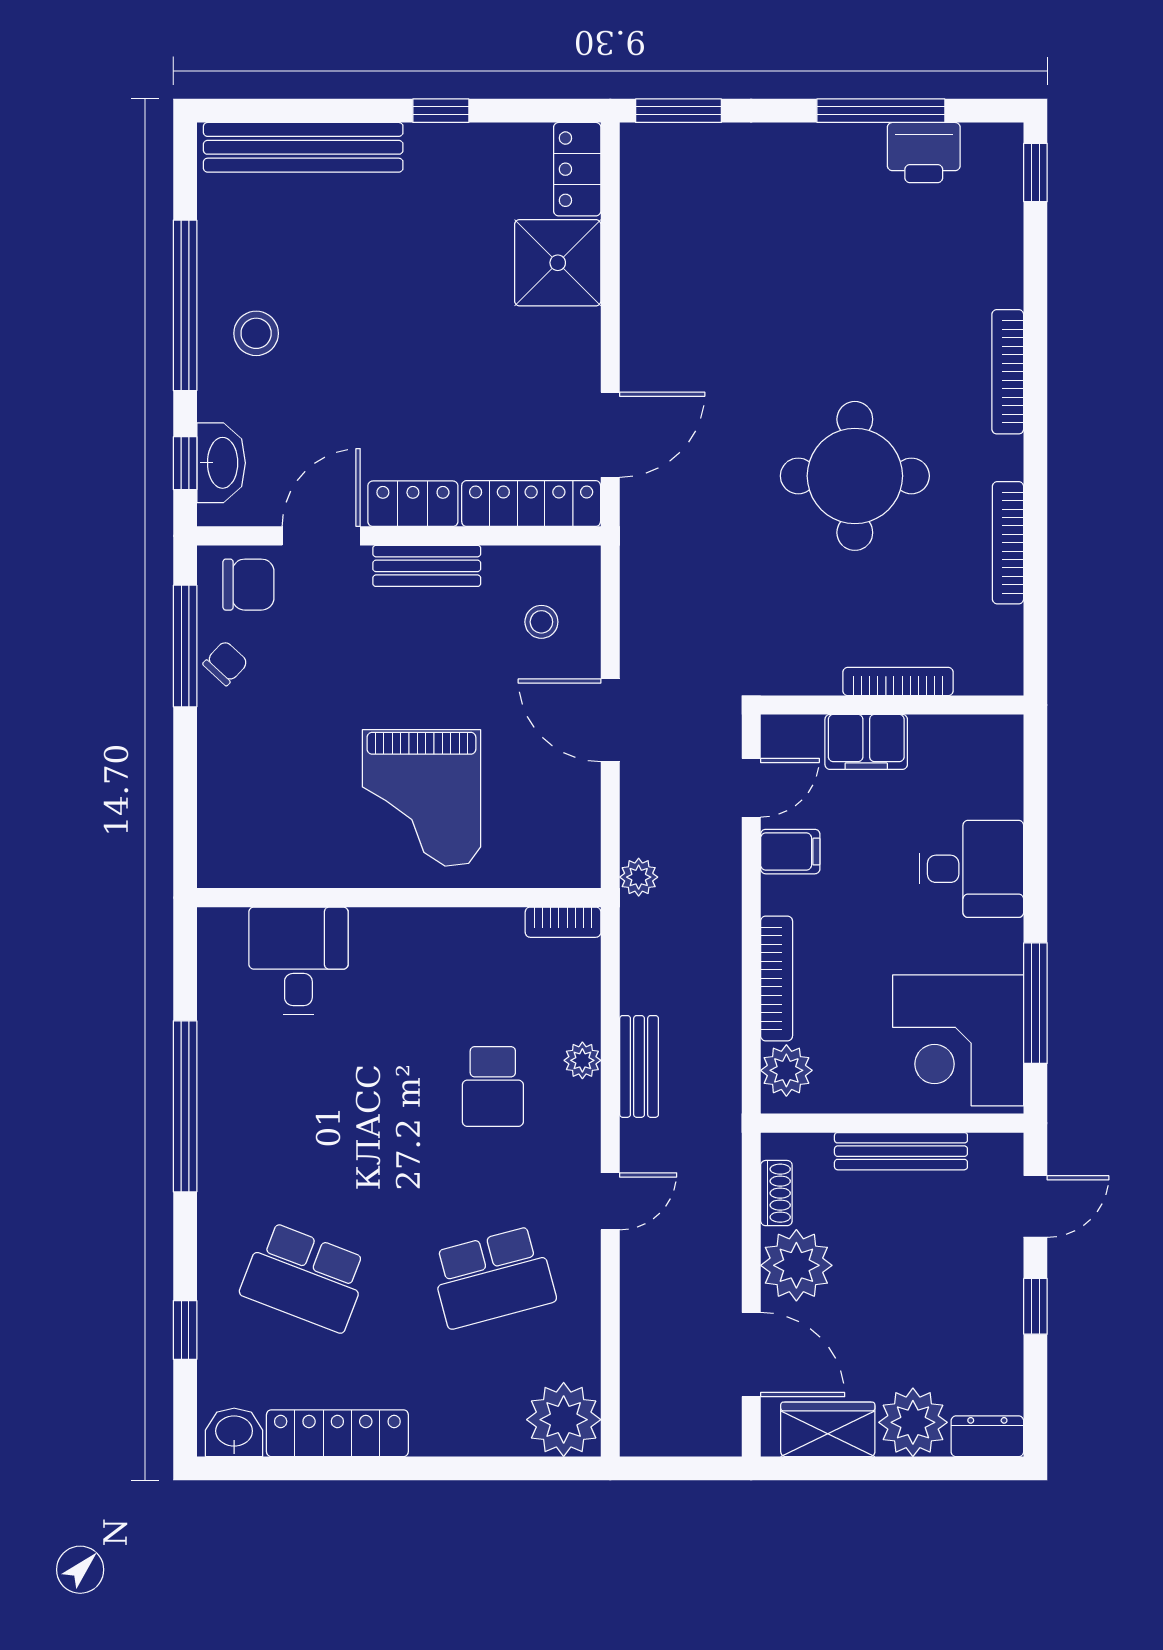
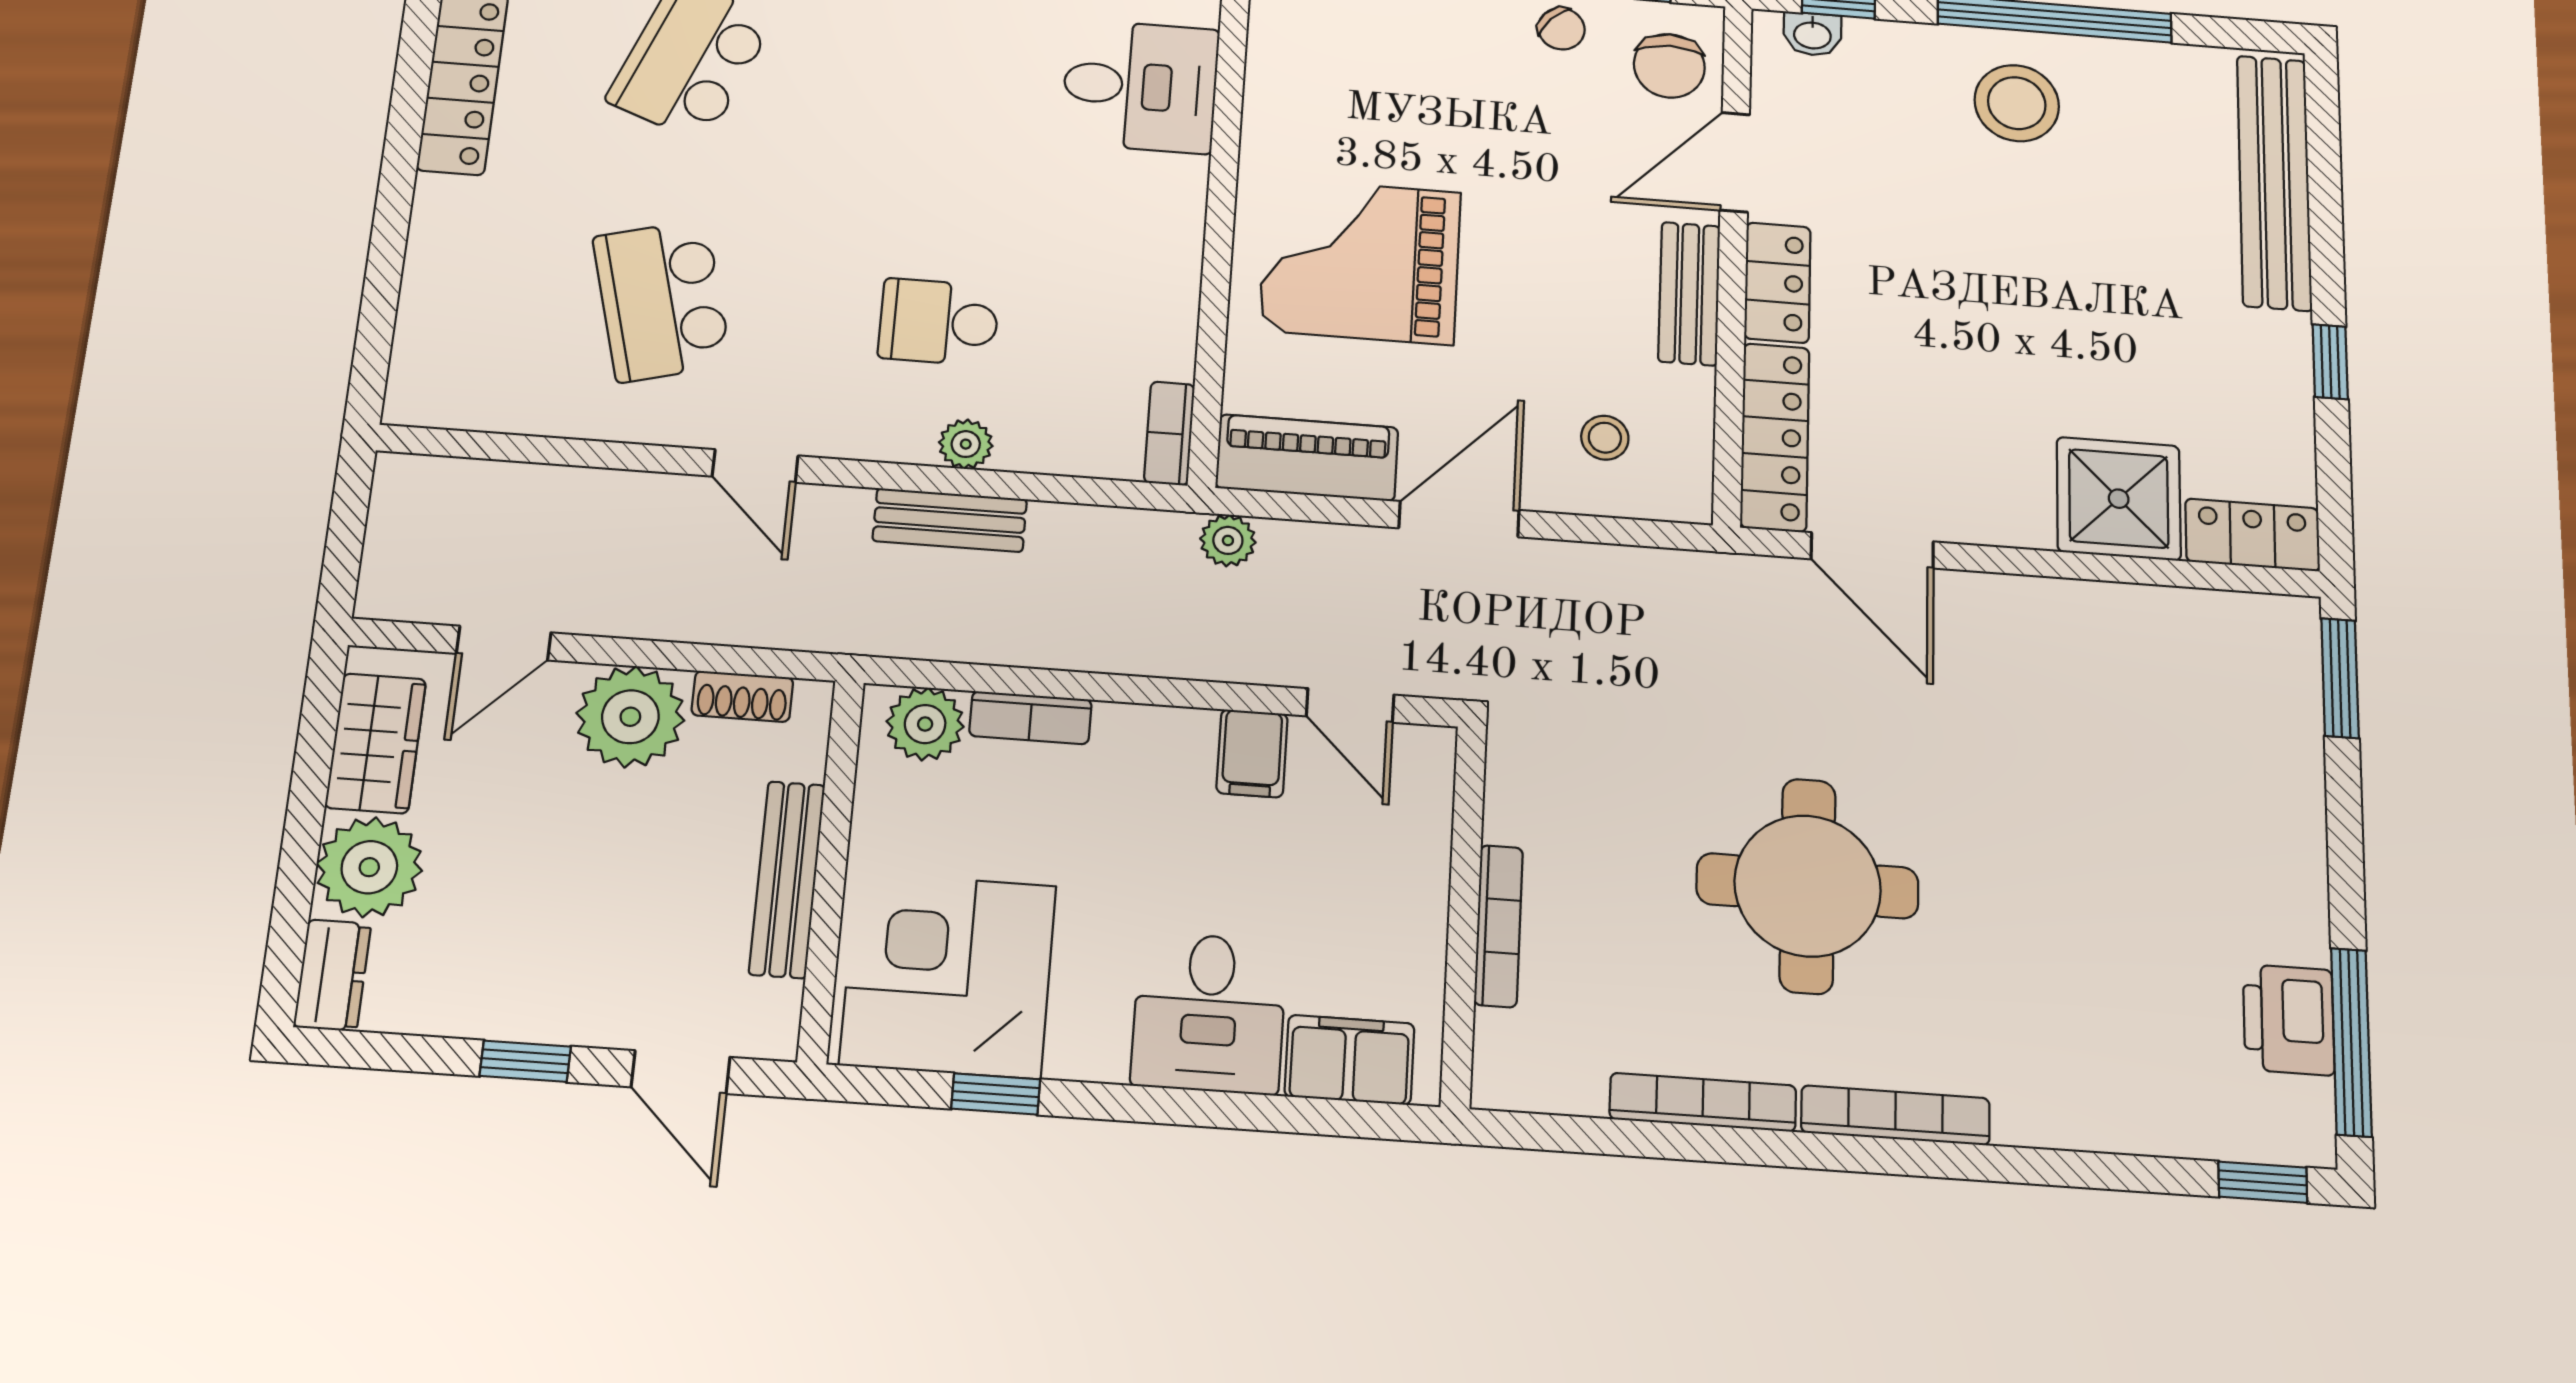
window: (881, 111) -> (2351, 1042), moved
stool: (256, 333) -> (2017, 103), width x1.38, depth x1.38
bookcase: (1008, 372) -> (1895, 1115), moved
washbasin: (221, 463) -> (1812, 34), width x0.52, depth x0.69
door: (321, 536) -> (1735, 162), swing flipped
filing cabinet: (866, 742) -> (1349, 1060), moved, turned 90
piano: (573, 827) -> (1307, 458), added
bookcase: (777, 978) -> (1030, 718), width x0.64
window: (1035, 1003) -> (996, 1094), width x0.46
door: (751, 1355) -> (504, 643), width x0.73
plant: (564, 1420) -> (441, 379), removed

